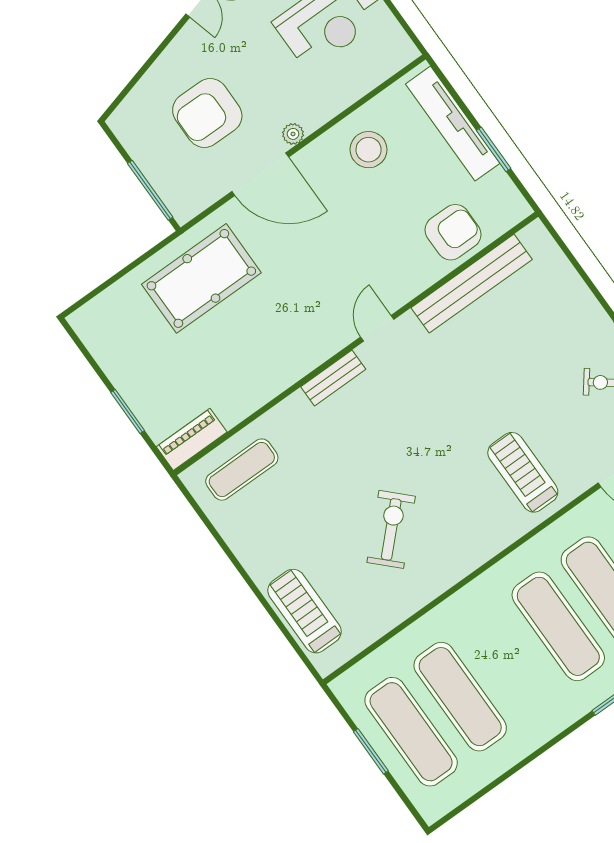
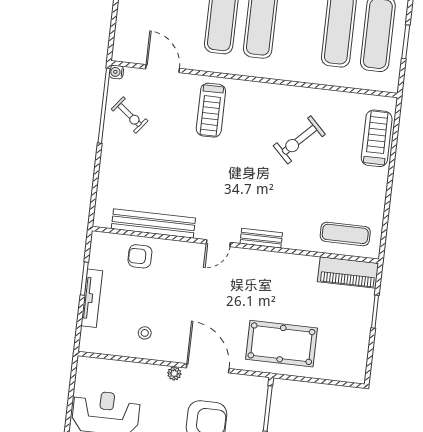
tv unit: (453, 124) -> (92, 298), width x0.73, depth x0.78
stool: (369, 150) -> (145, 333), width x0.53, depth x0.53
armchair: (453, 232) -> (140, 256), width x0.72, depth x0.72
piano: (192, 439) -> (348, 273), width x1.37, depth x1.33
treadmill: (305, 611) -> (377, 138), turned 180

